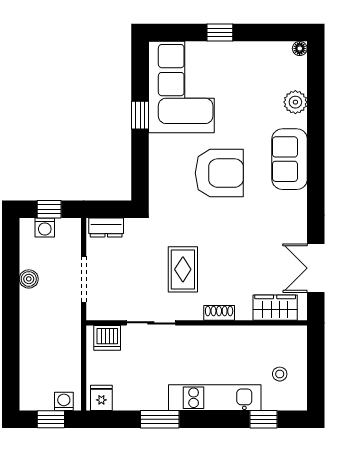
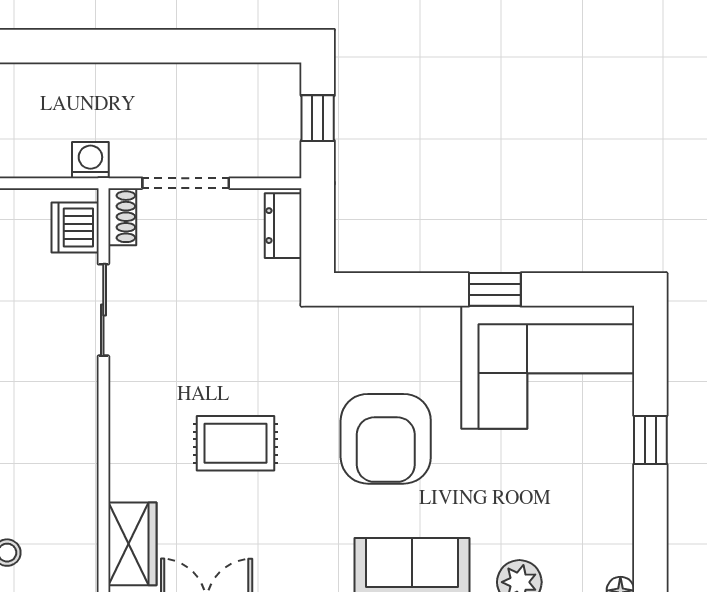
washing machine: (45, 227) -> (90, 160), moved, turned 90
rug: (183, 269) -> (235, 443), moved
boiler: (29, 279) -> (186, 80), removed
shoe rack: (219, 313) -> (122, 217), moved

